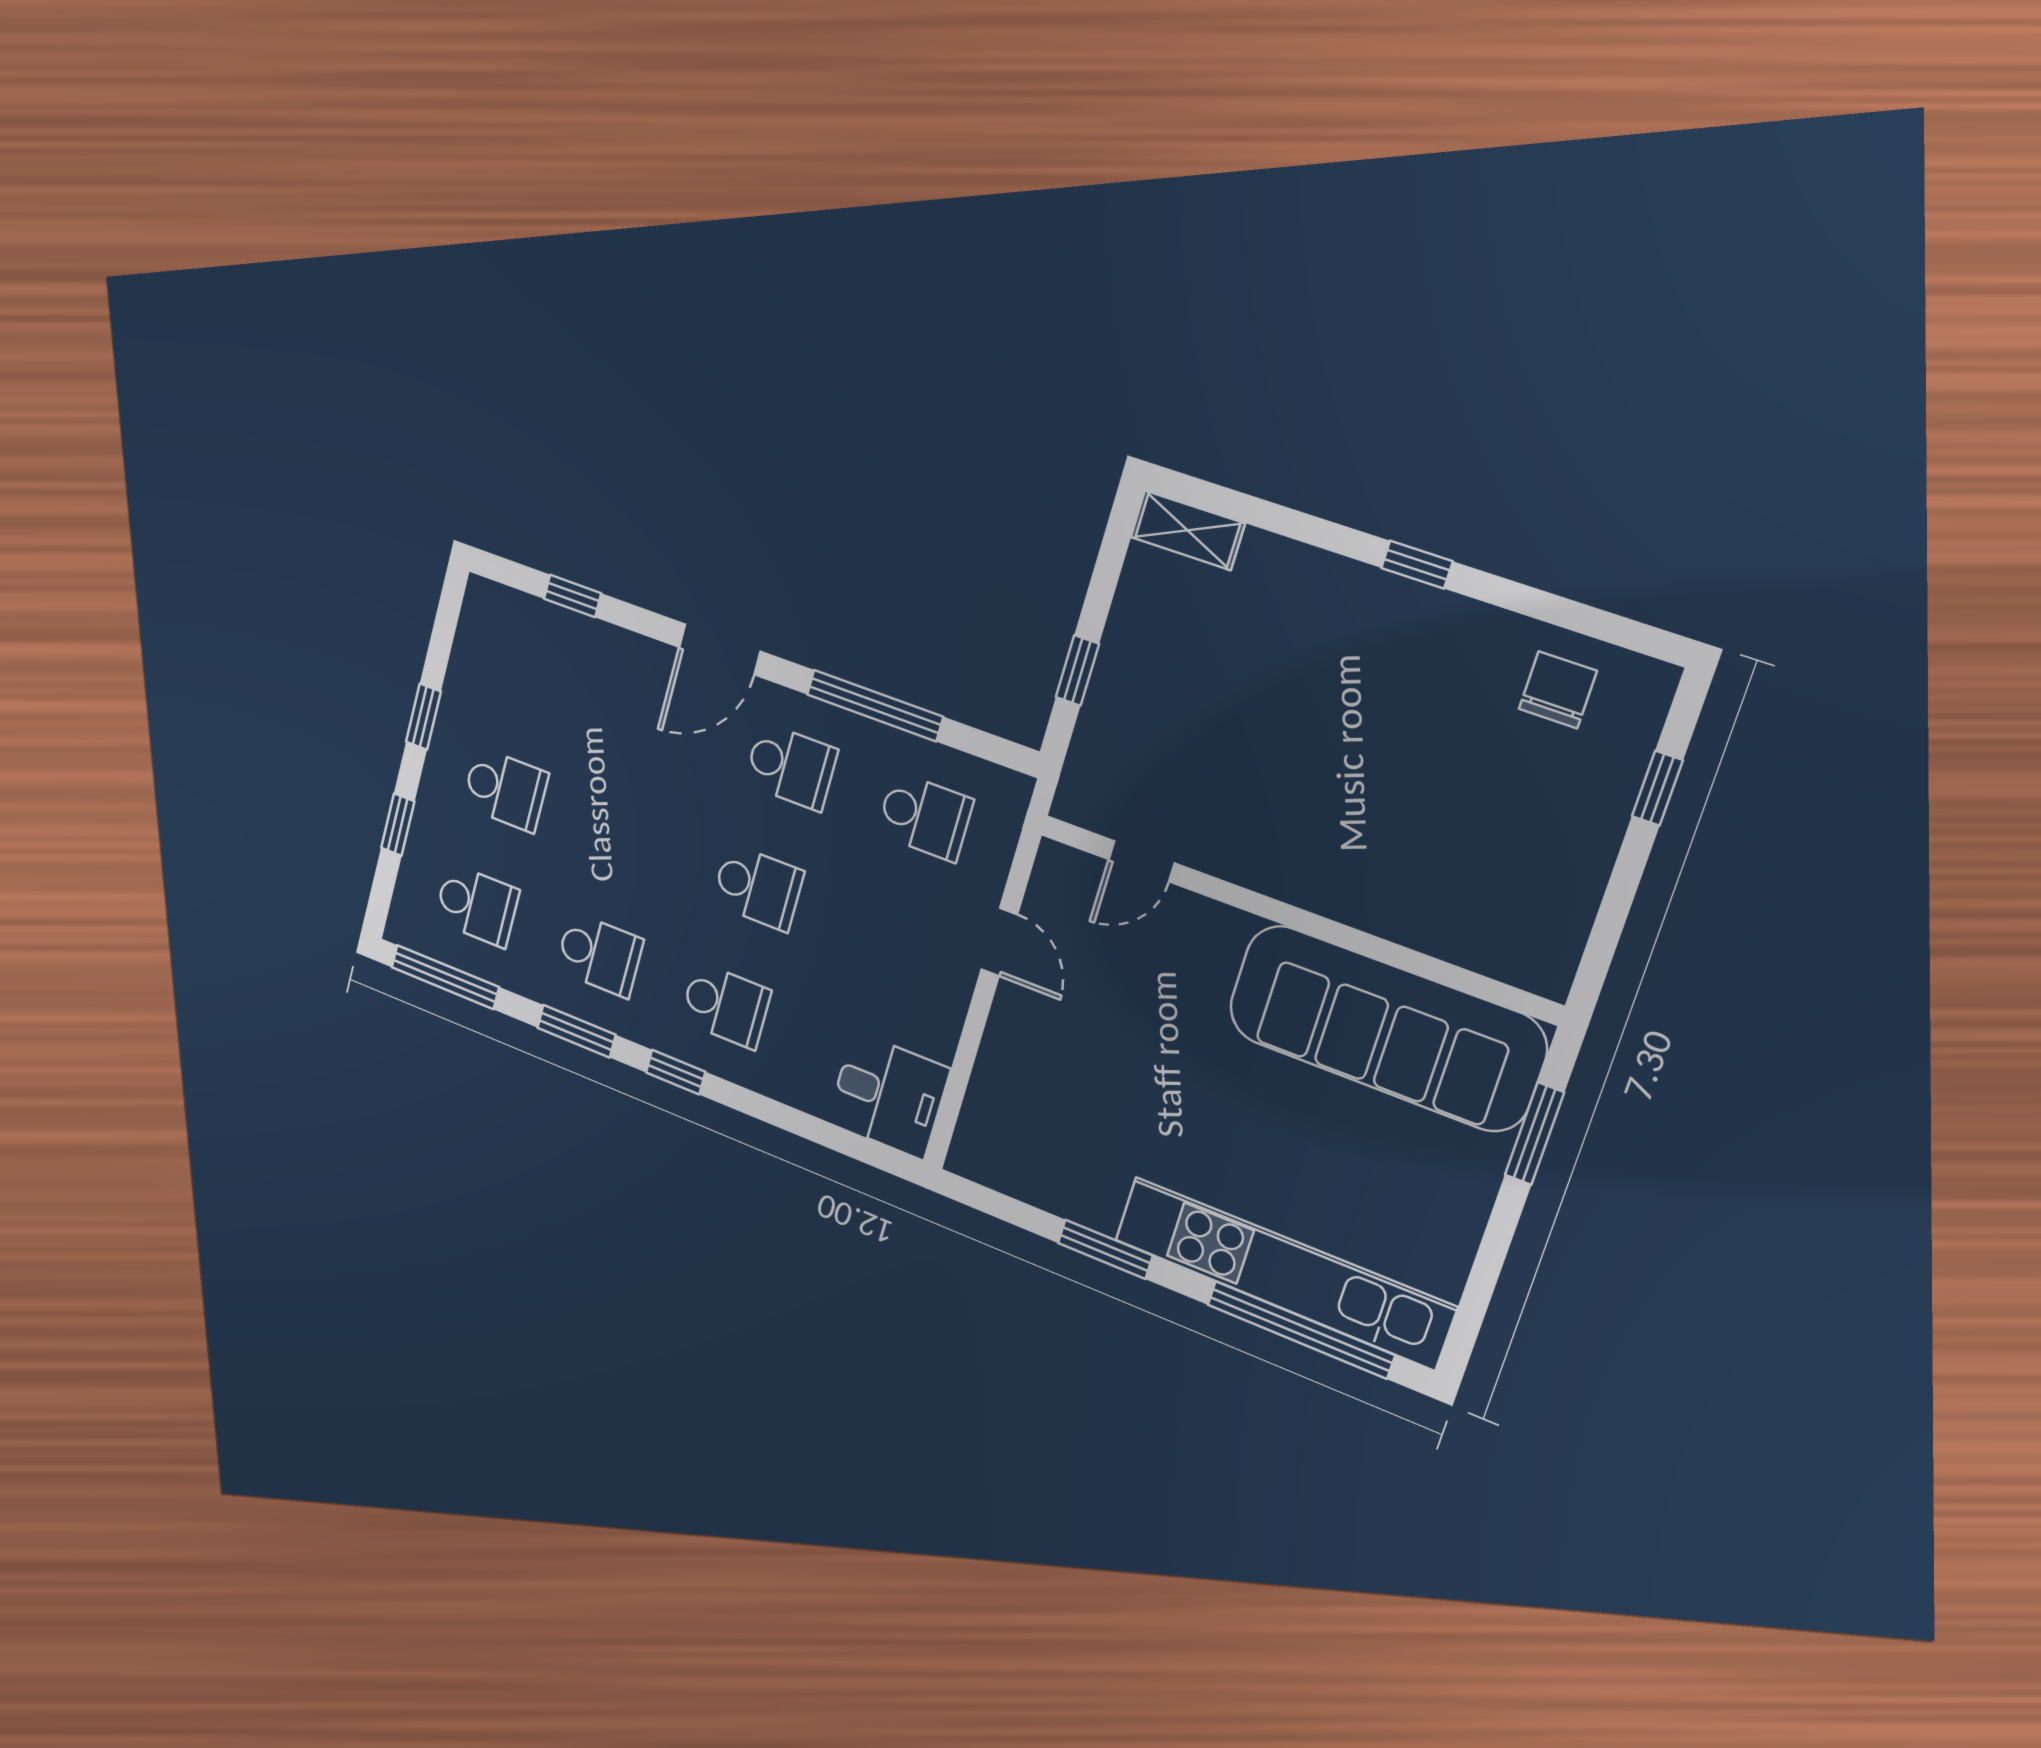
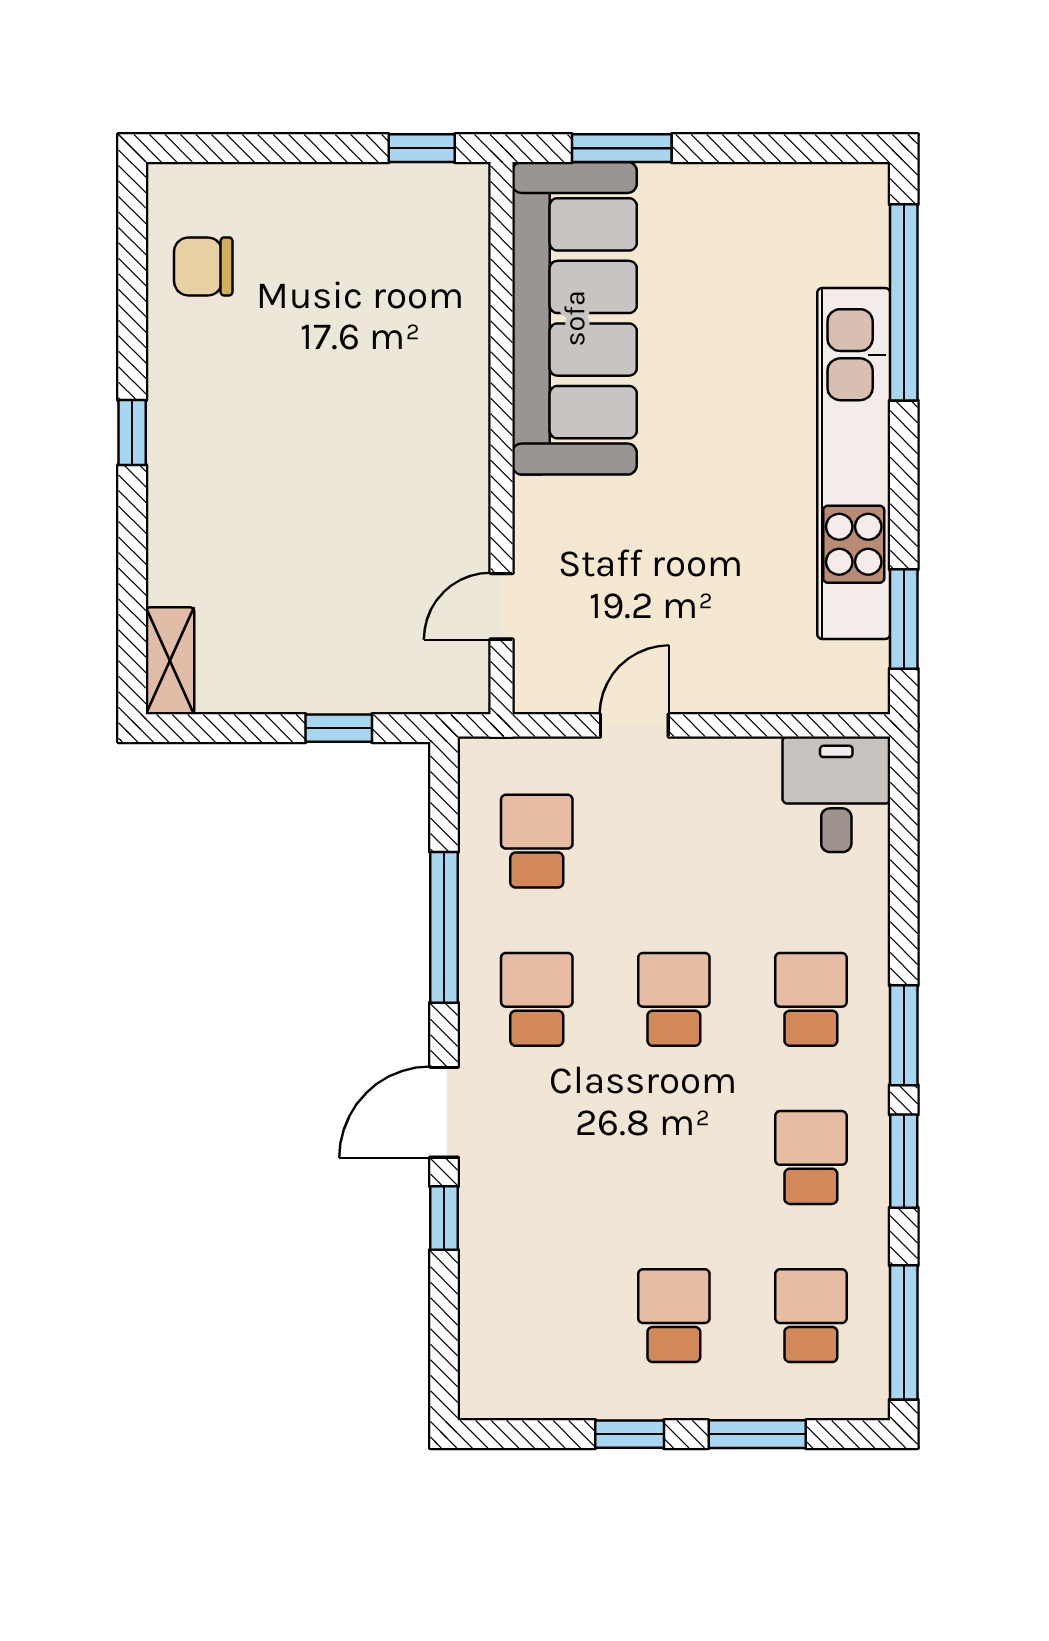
window: (573, 596) -> (444, 1218), moved
door: (720, 649) -> (444, 1112), swing flipped
window: (1657, 788) -> (422, 148), moved
window: (398, 825) -> (757, 1434), width x1.50
door: (1141, 861) -> (501, 606), swing flipped
window: (676, 1072) -> (904, 1035), width x1.50
window: (1105, 1249) -> (904, 619), moved
kitchen unit: (1284, 1273) -> (854, 463), moved

